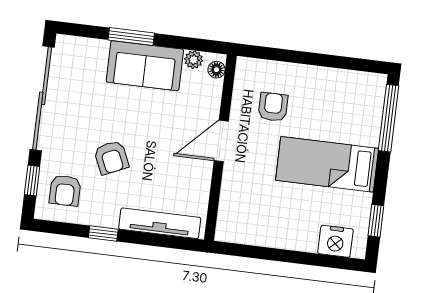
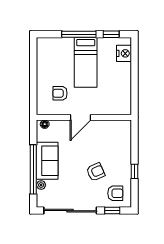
window: (131, 37) -> (33, 169), width x2.11
plant: (194, 60) -> (41, 185), moved
window: (389, 118) -> (79, 34), moved
door: (221, 141) -> (80, 117), hinge flipped
tv unit: (160, 223) -> (126, 143), removed

